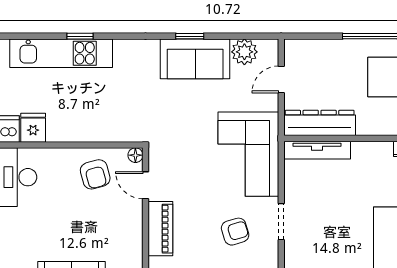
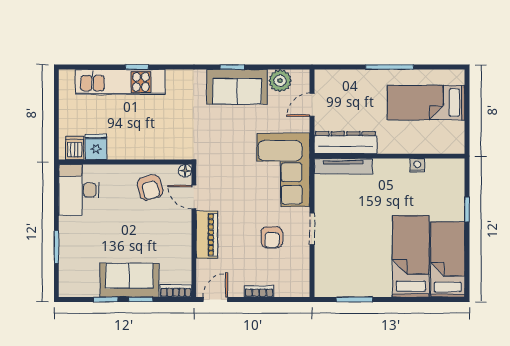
armchair: (235, 232) -> (272, 237), turned 107

